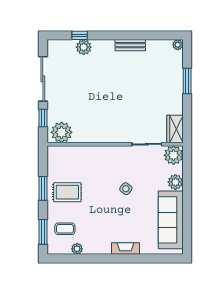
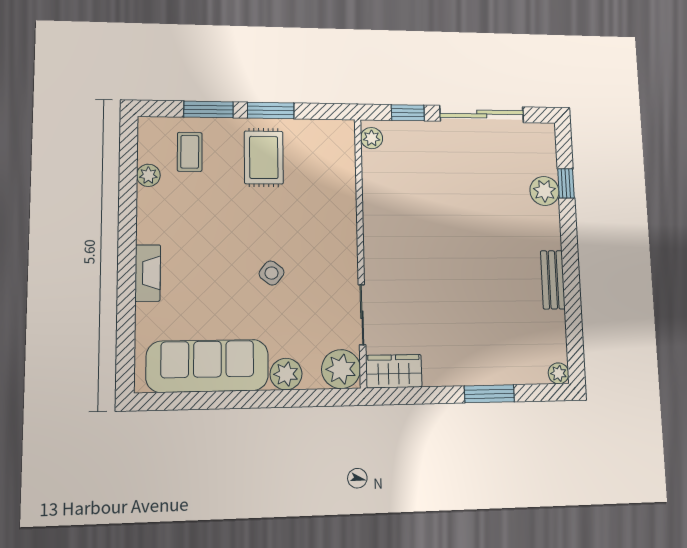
plant: (62, 132) -> (372, 138), width x0.53, depth x0.53
window: (43, 232) -> (209, 109), moved

